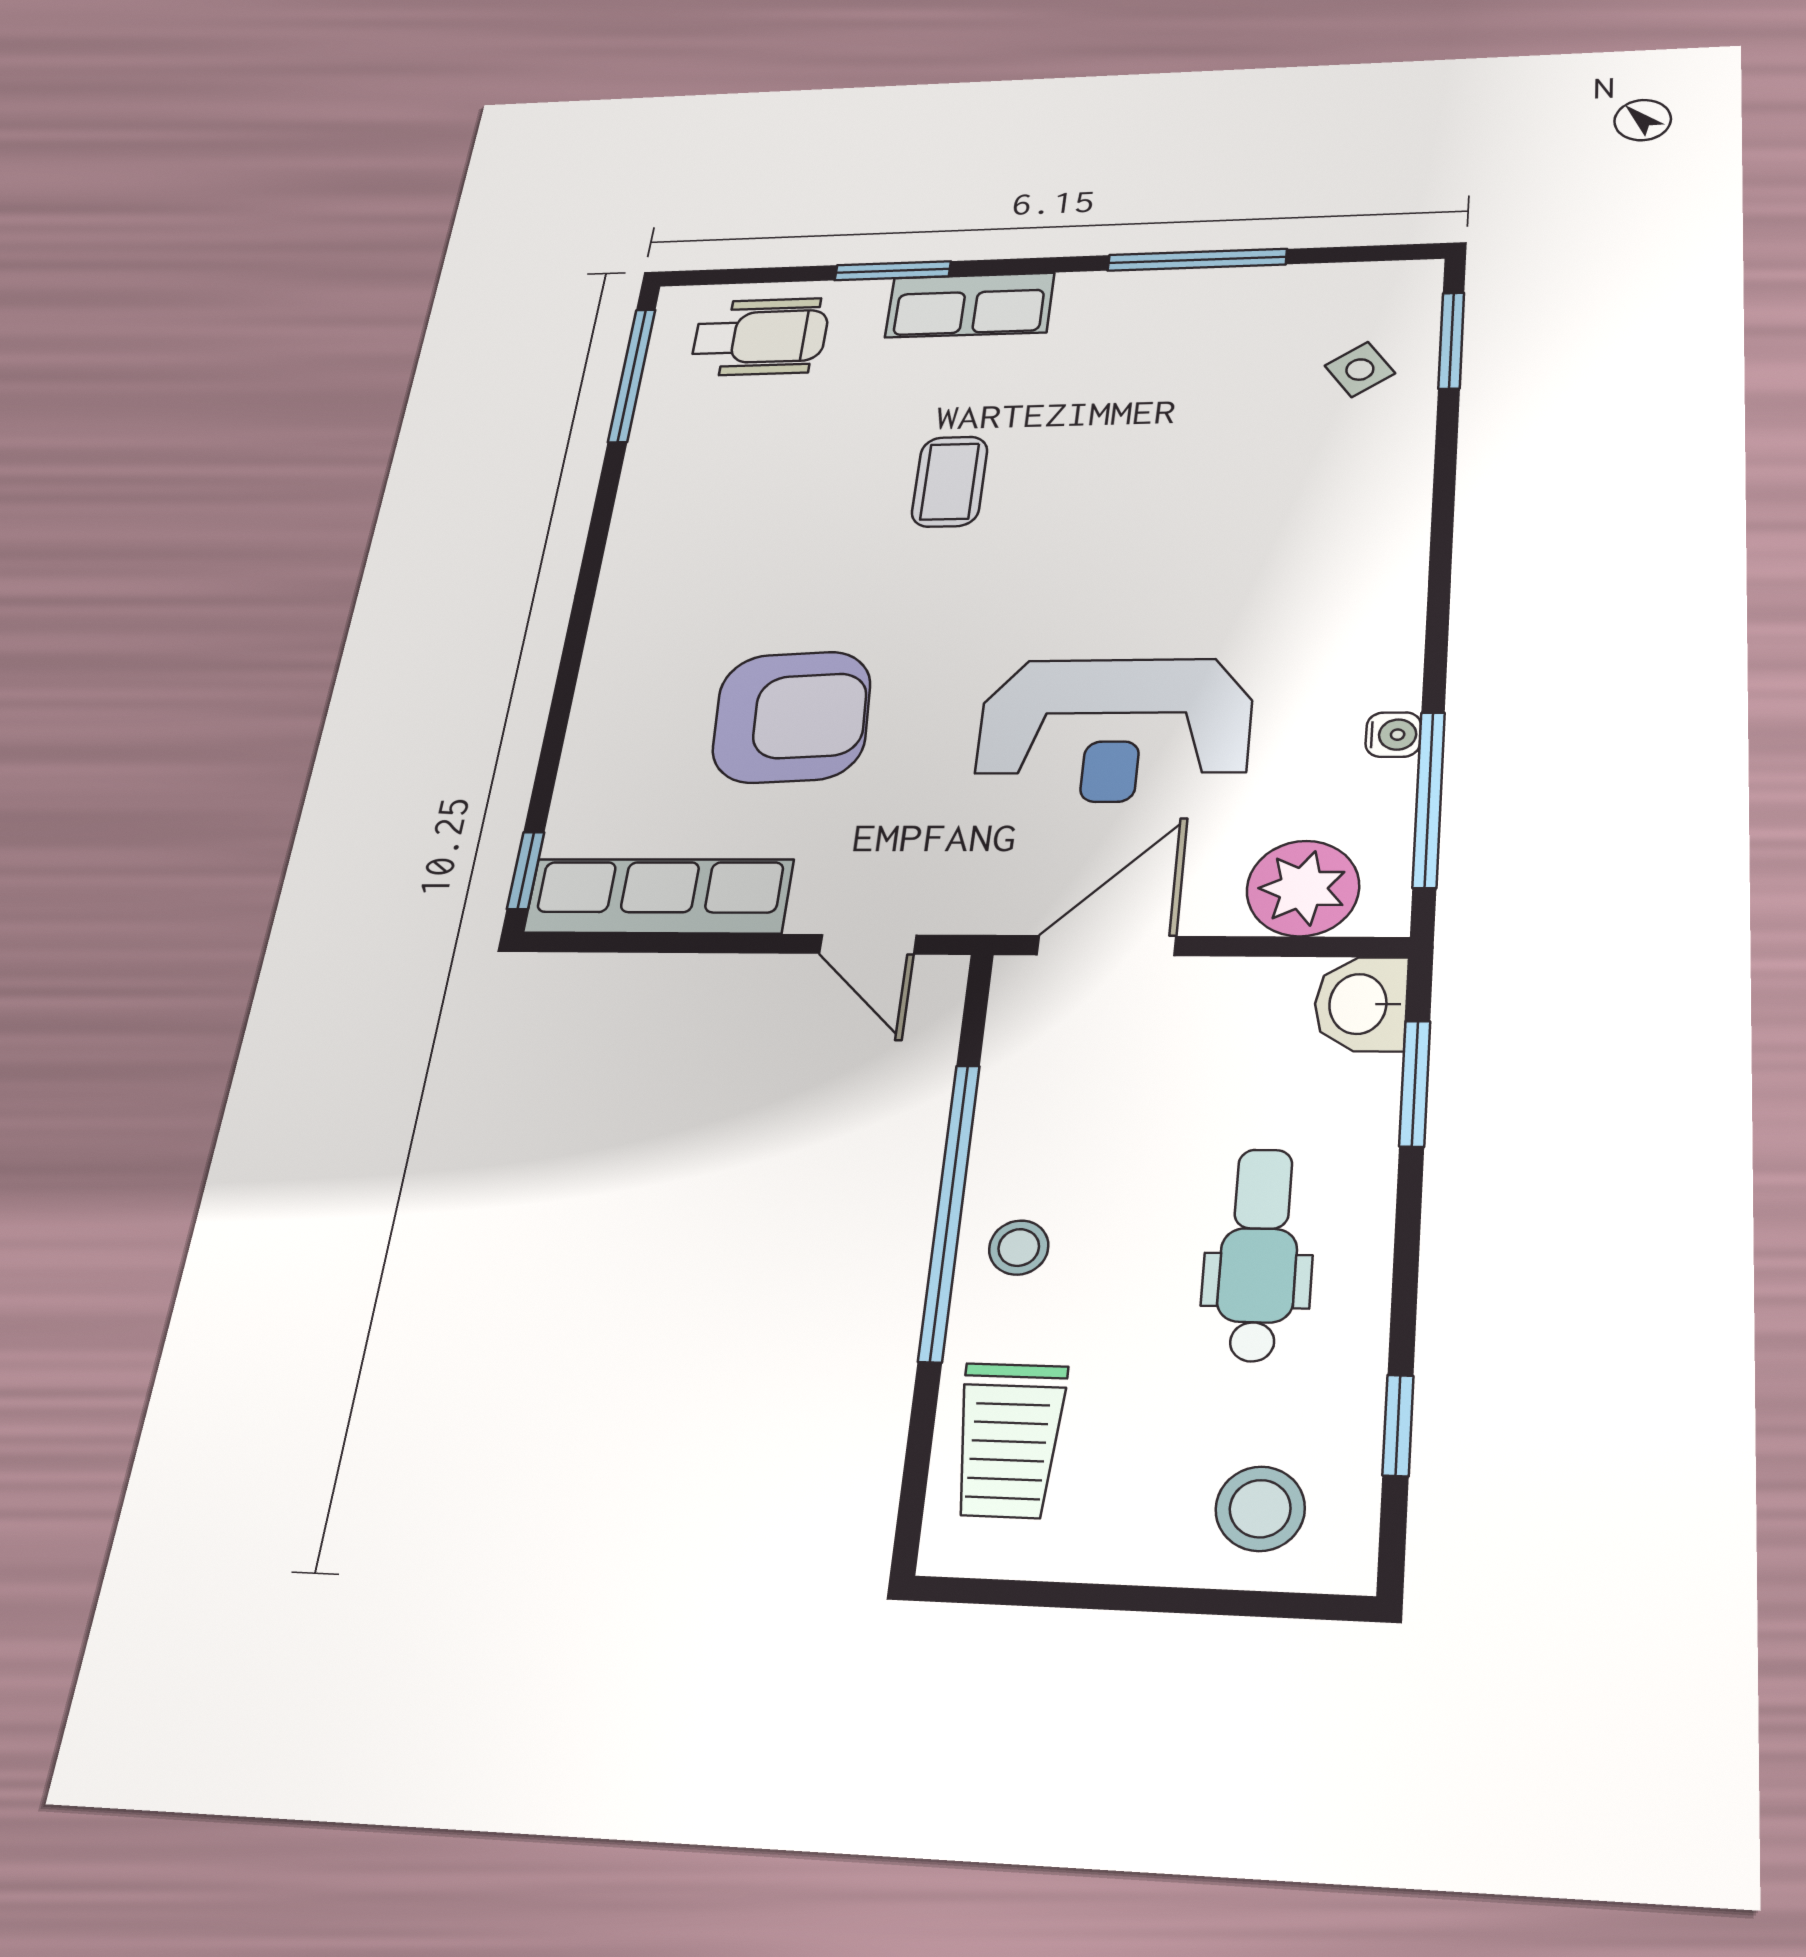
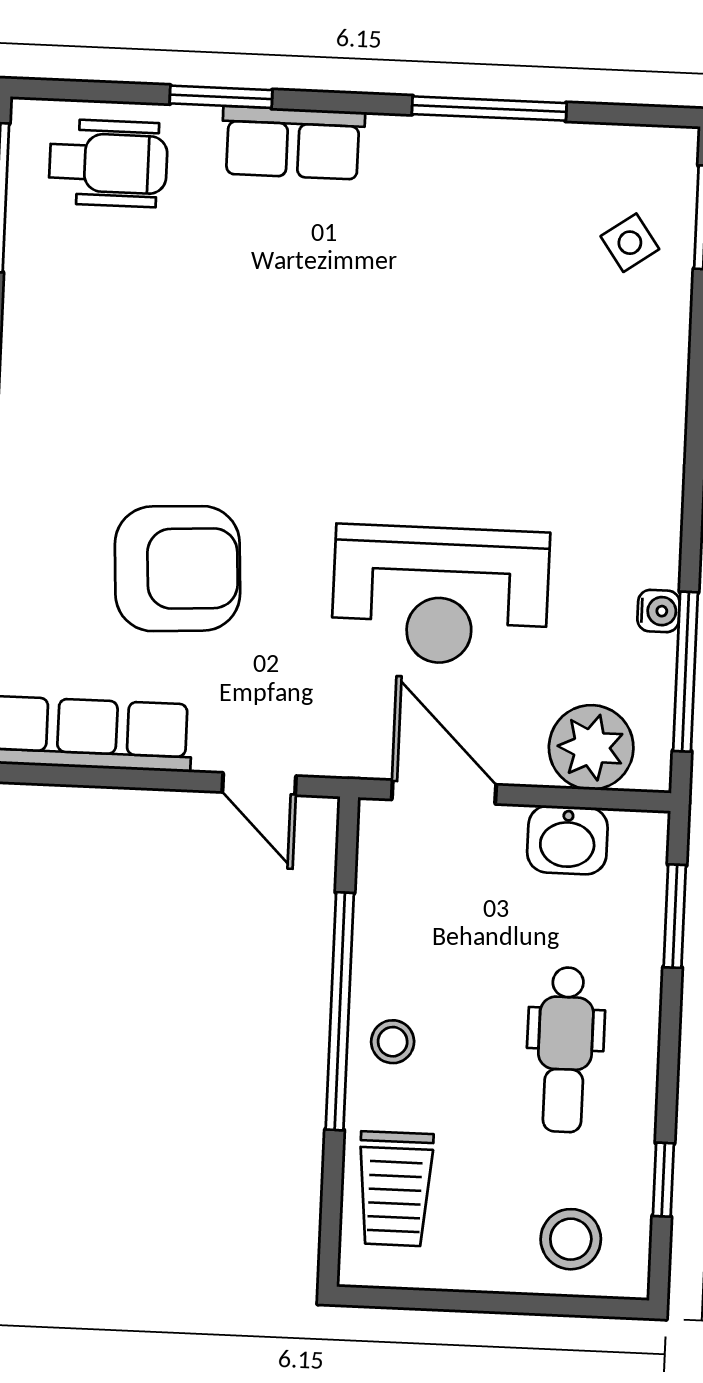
coffee table: (950, 482) -> (290, 336), removed
door: (1106, 946) -> (444, 792), hinge flipped
washbasin: (1361, 1004) -> (567, 840), moved, turned -90
dental chair: (1259, 1254) -> (565, 1050), turned 180

